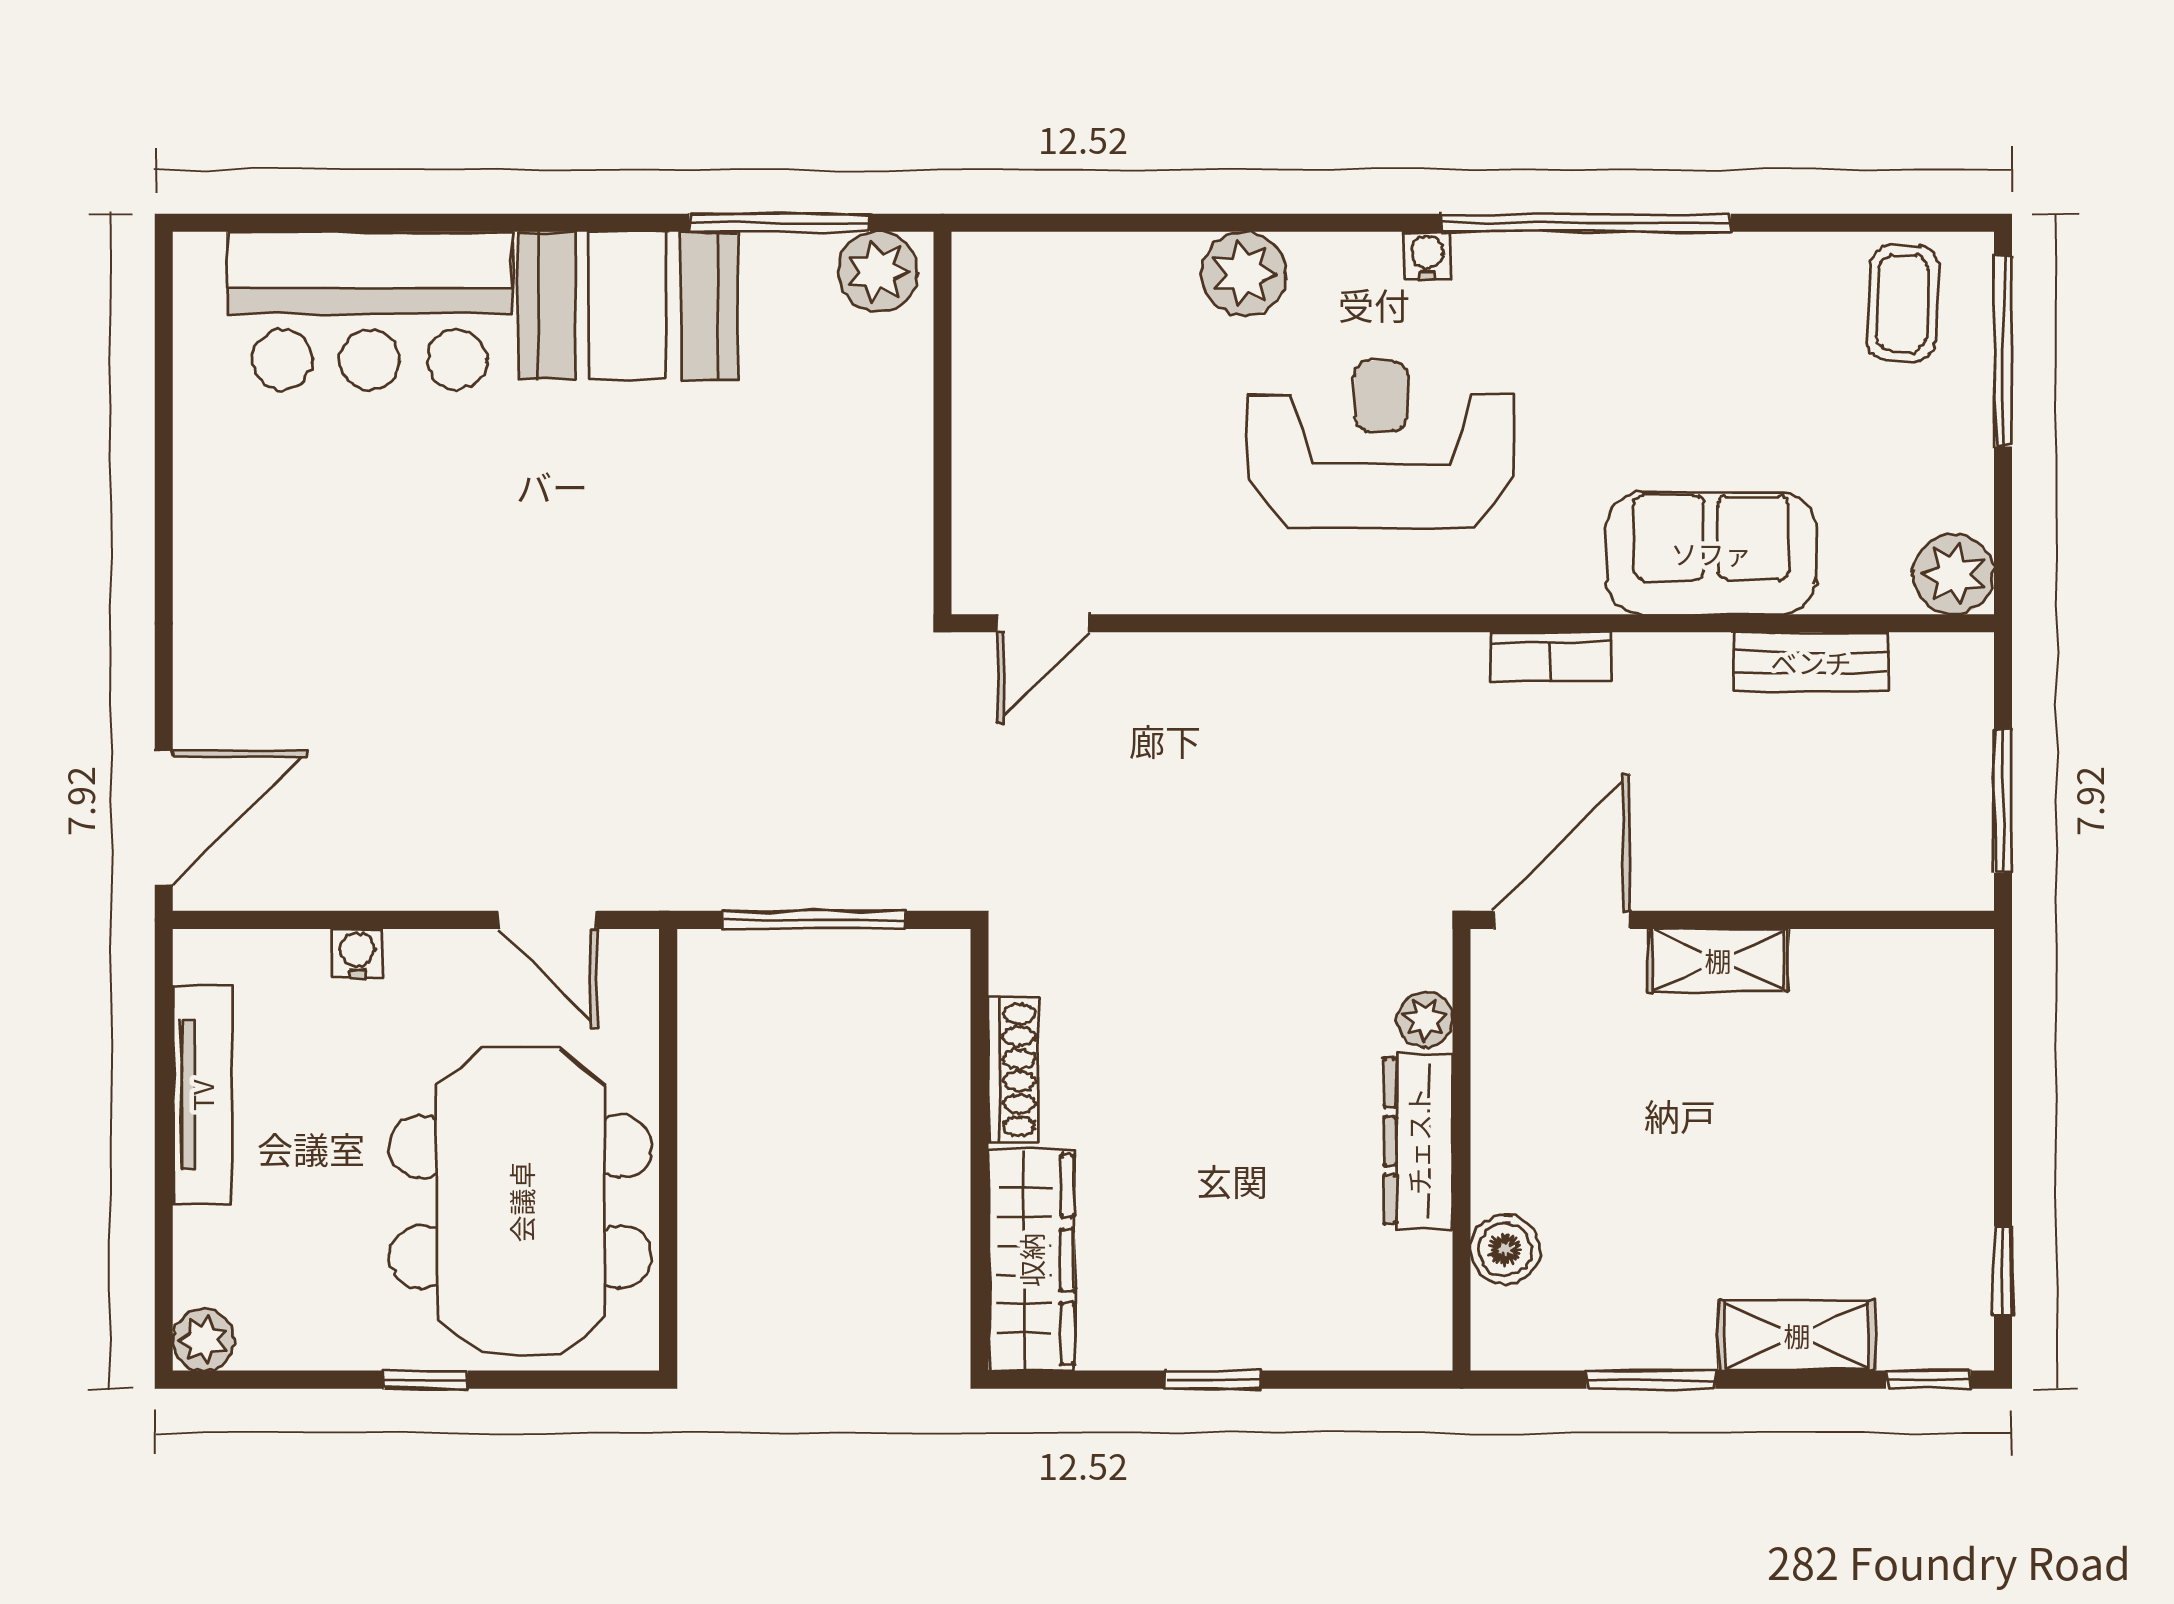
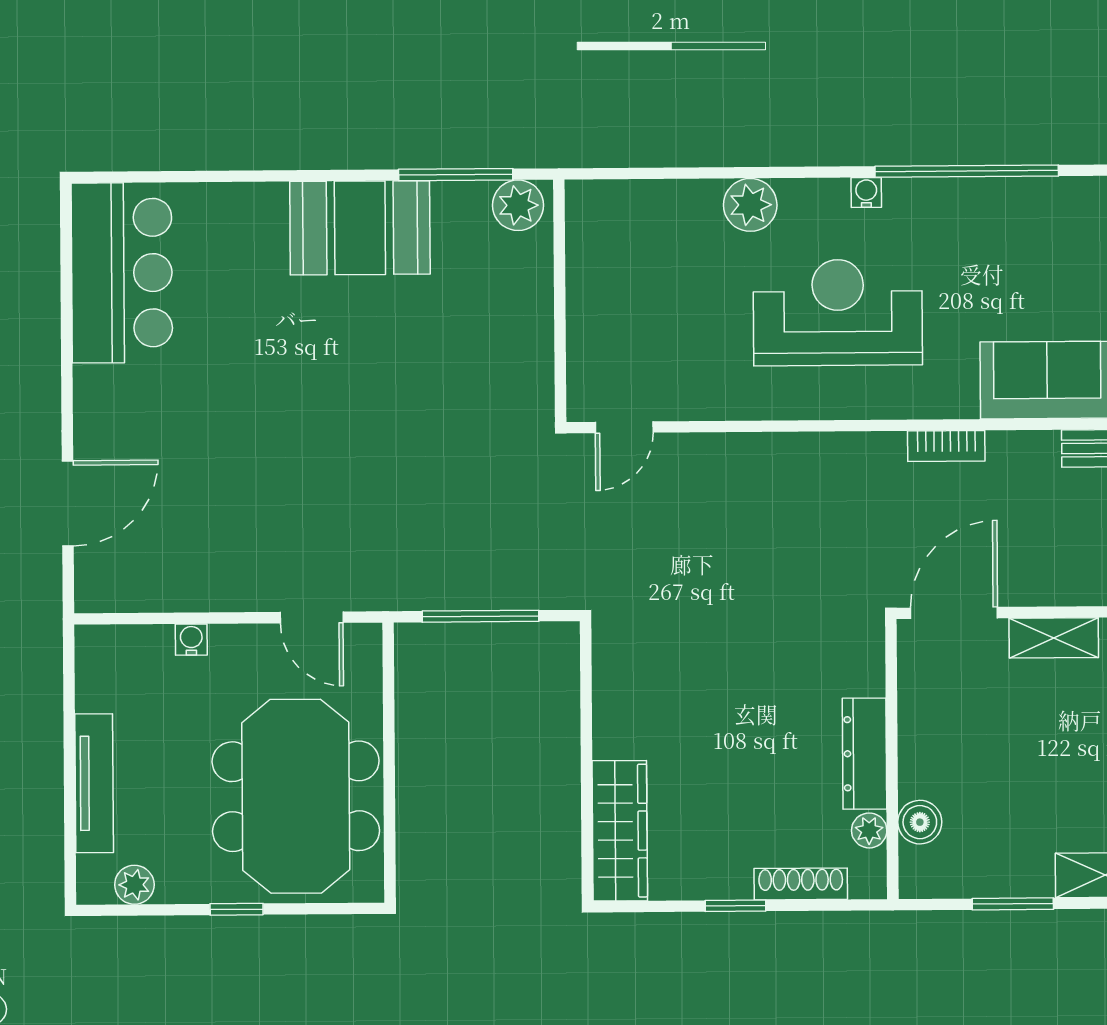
bar counter: (370, 311) -> (122, 273), moved, turned -90
door: (164, 818) -> (68, 503), moved
plant: (1425, 1020) -> (869, 830), moved
shoe rack: (1013, 1070) -> (801, 884), moved, turned -90
tv unit: (202, 1095) -> (94, 783), moved
plant: (204, 1340) -> (134, 885), moved

